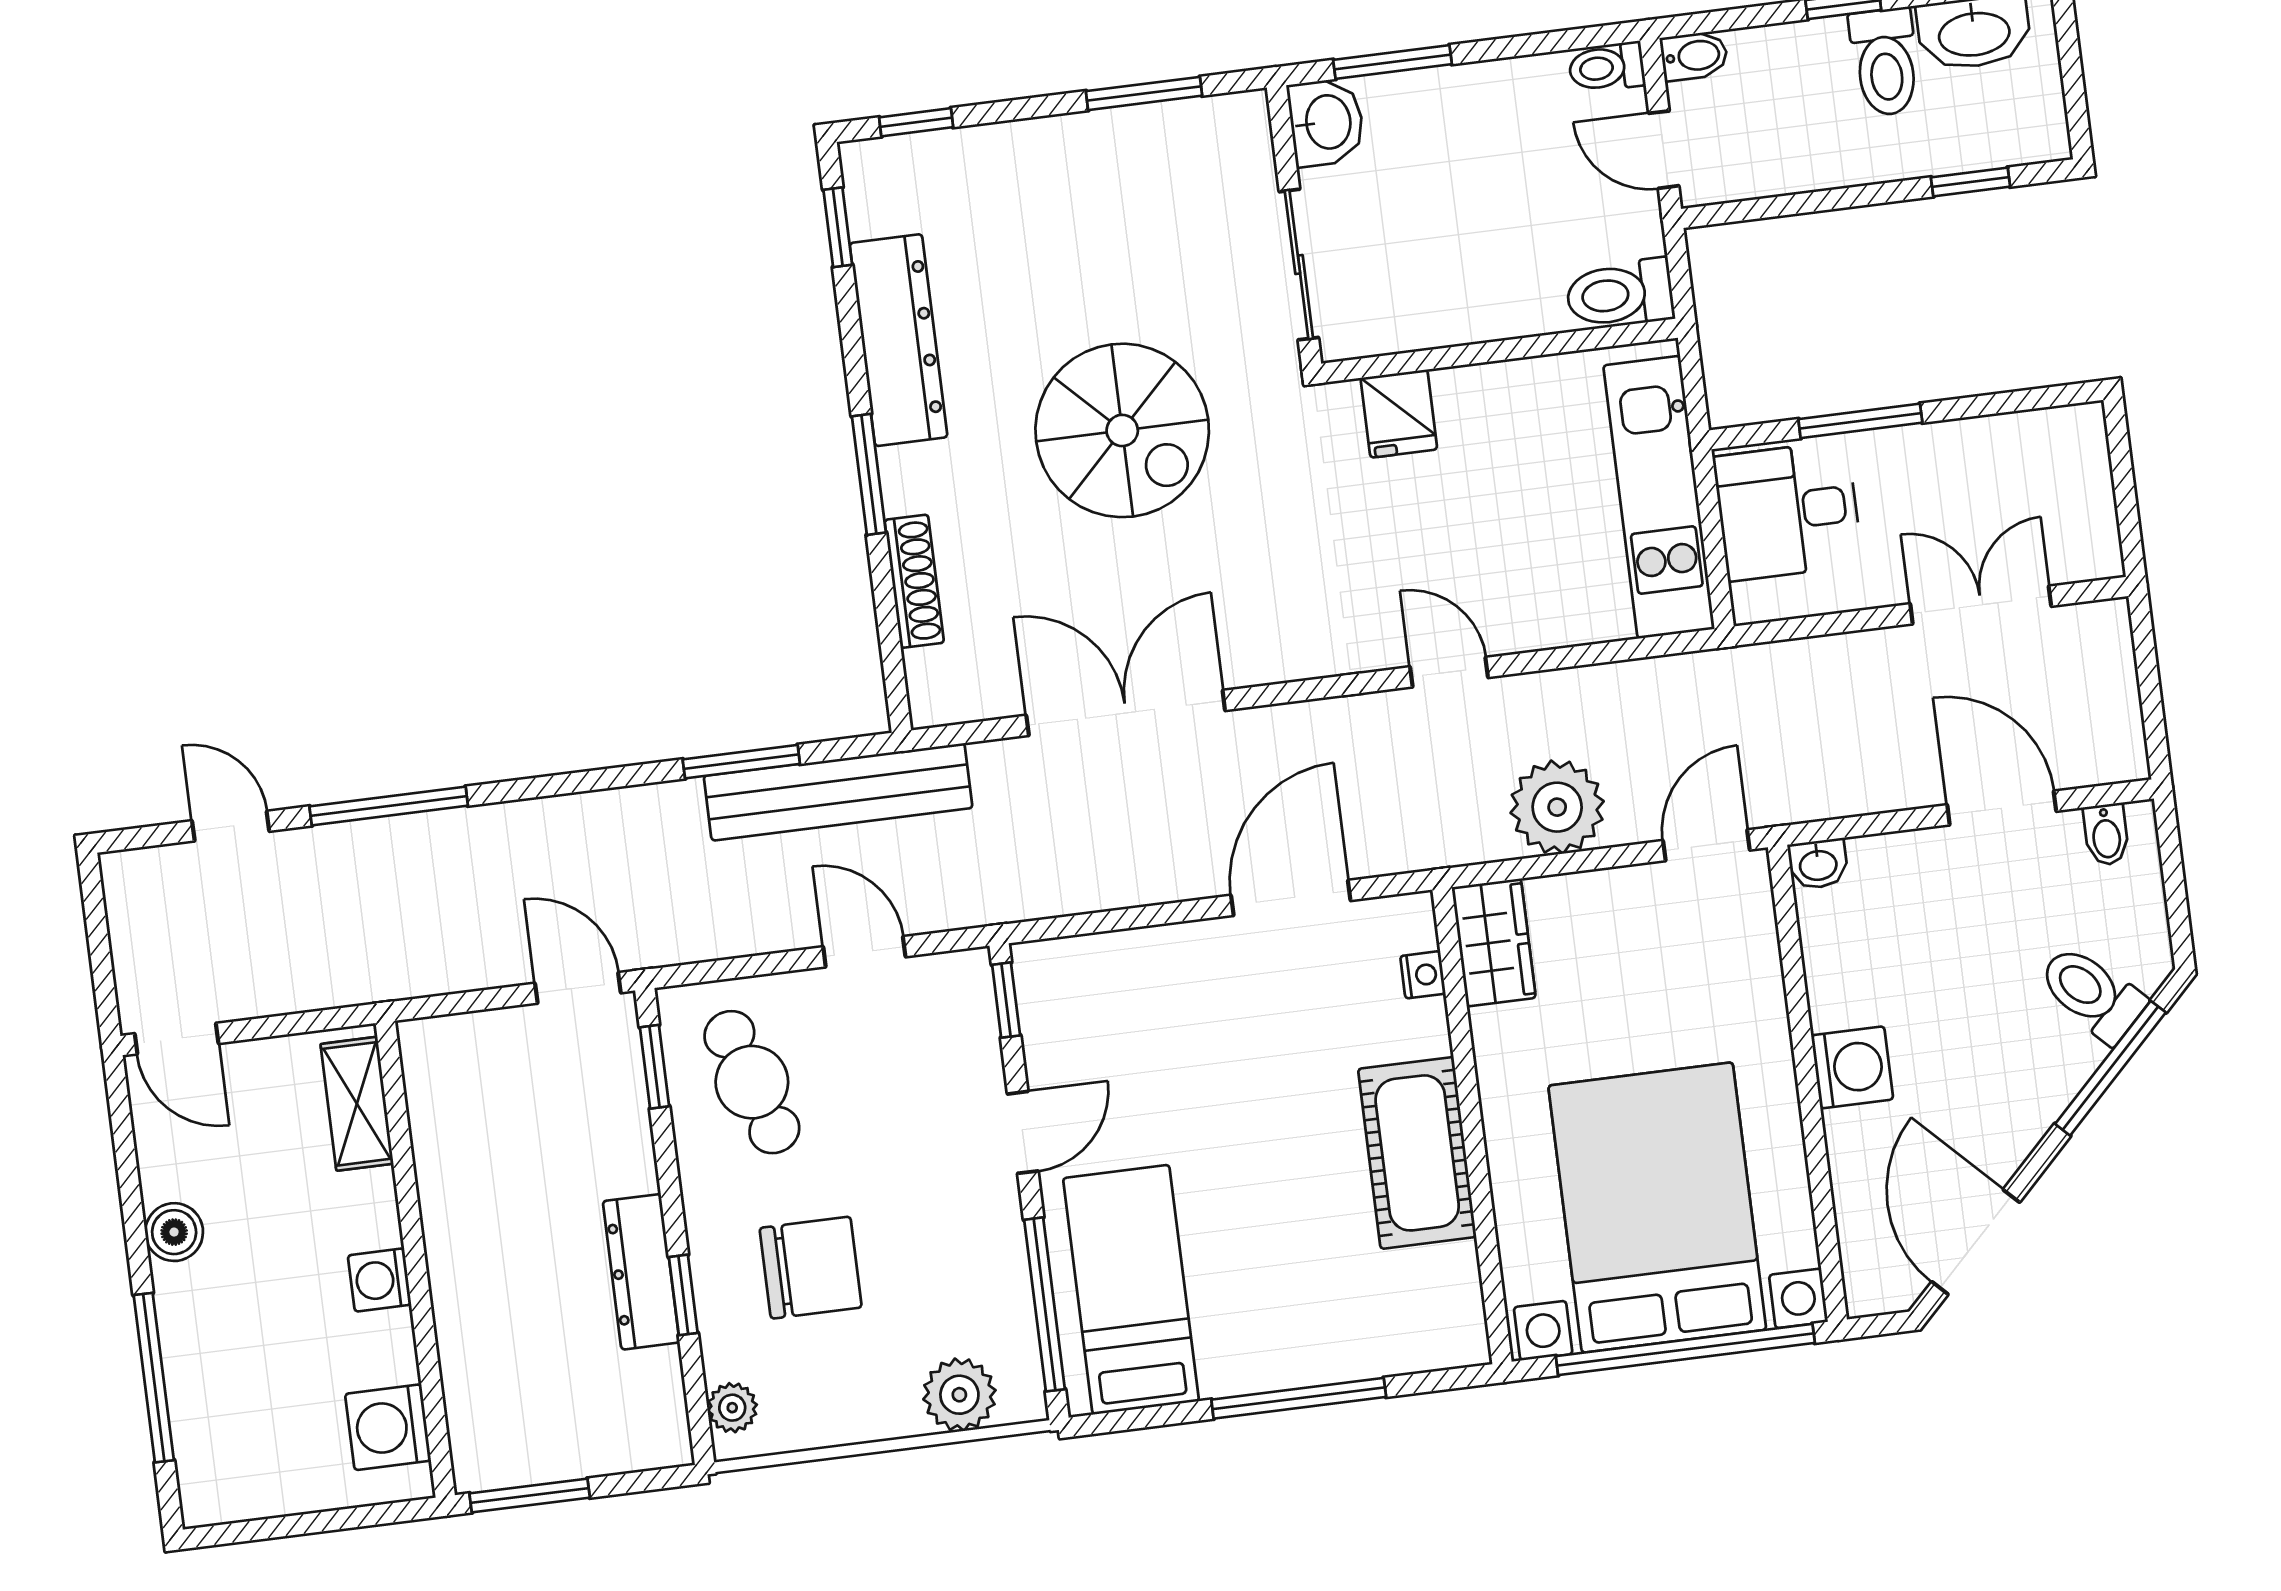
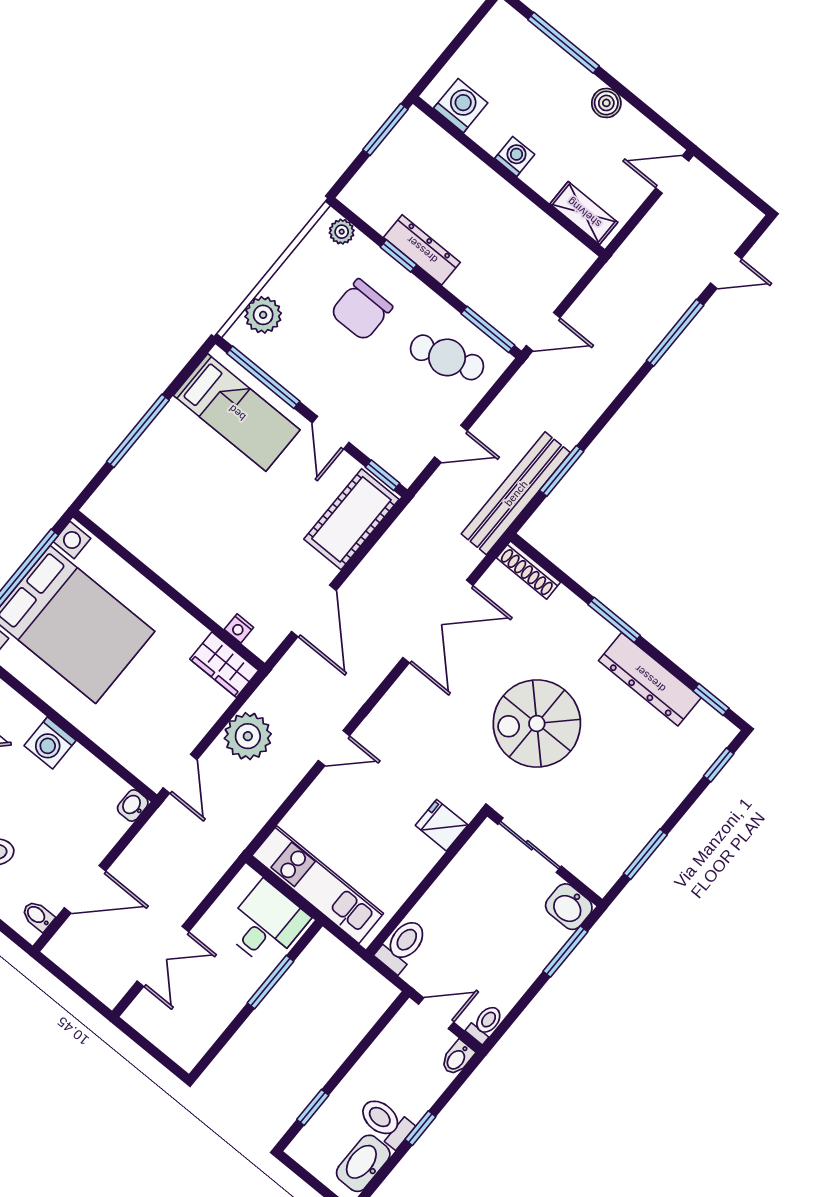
shoe rack: (914, 581) -> (529, 570), moved
window: (654, 1067) -> (488, 329), width x1.50
cot: (1417, 1153) -> (351, 519), moved, turned 90

